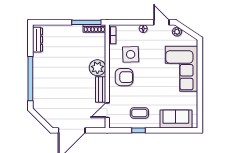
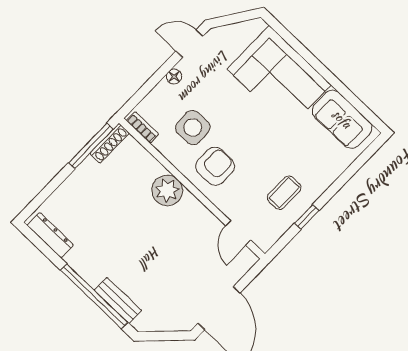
plant: (177, 32) -> (223, 34), removed
bench: (101, 90) -> (118, 300), moved
sofa: (176, 119) -> (342, 119), moved, turned -90

